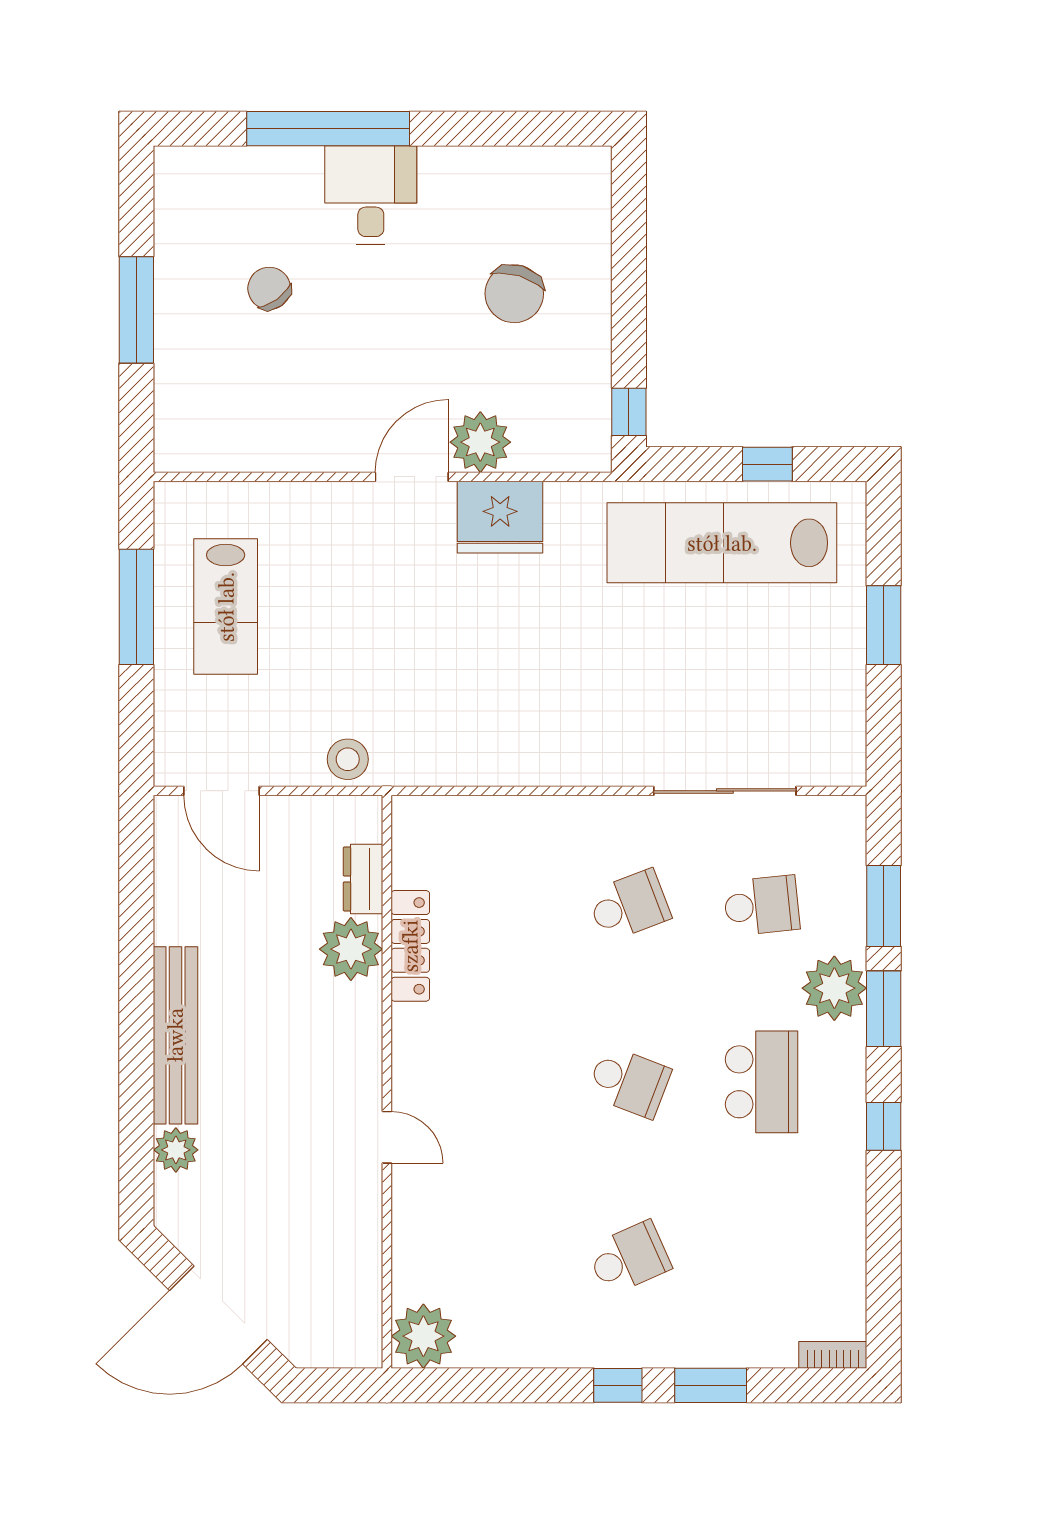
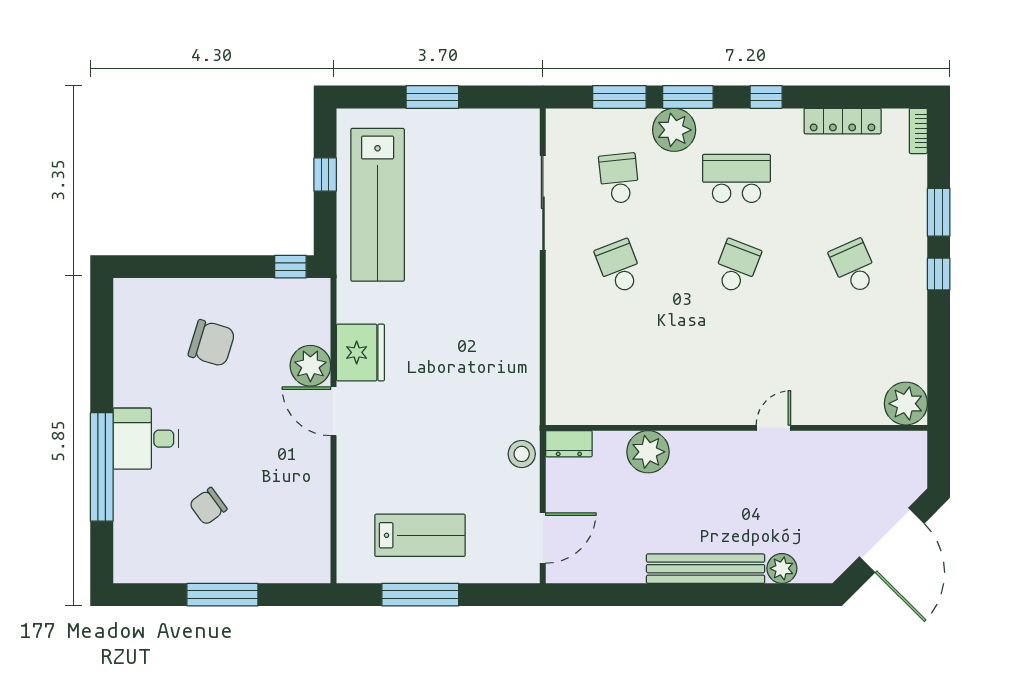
dresser: (363, 879) -> (569, 444), moved
locker: (410, 946) -> (843, 121), moved, turned 180

